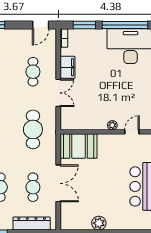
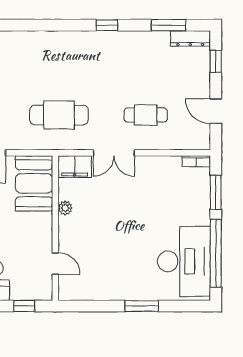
door: (41, 25) -> (216, 111), moved
filing cabinet: (67, 67) -> (75, 167), moved
plant: (112, 125) -> (65, 208), moved

